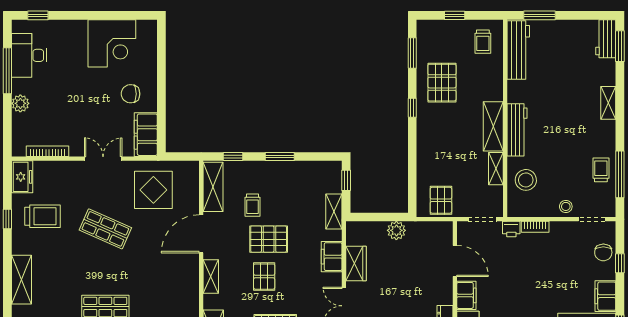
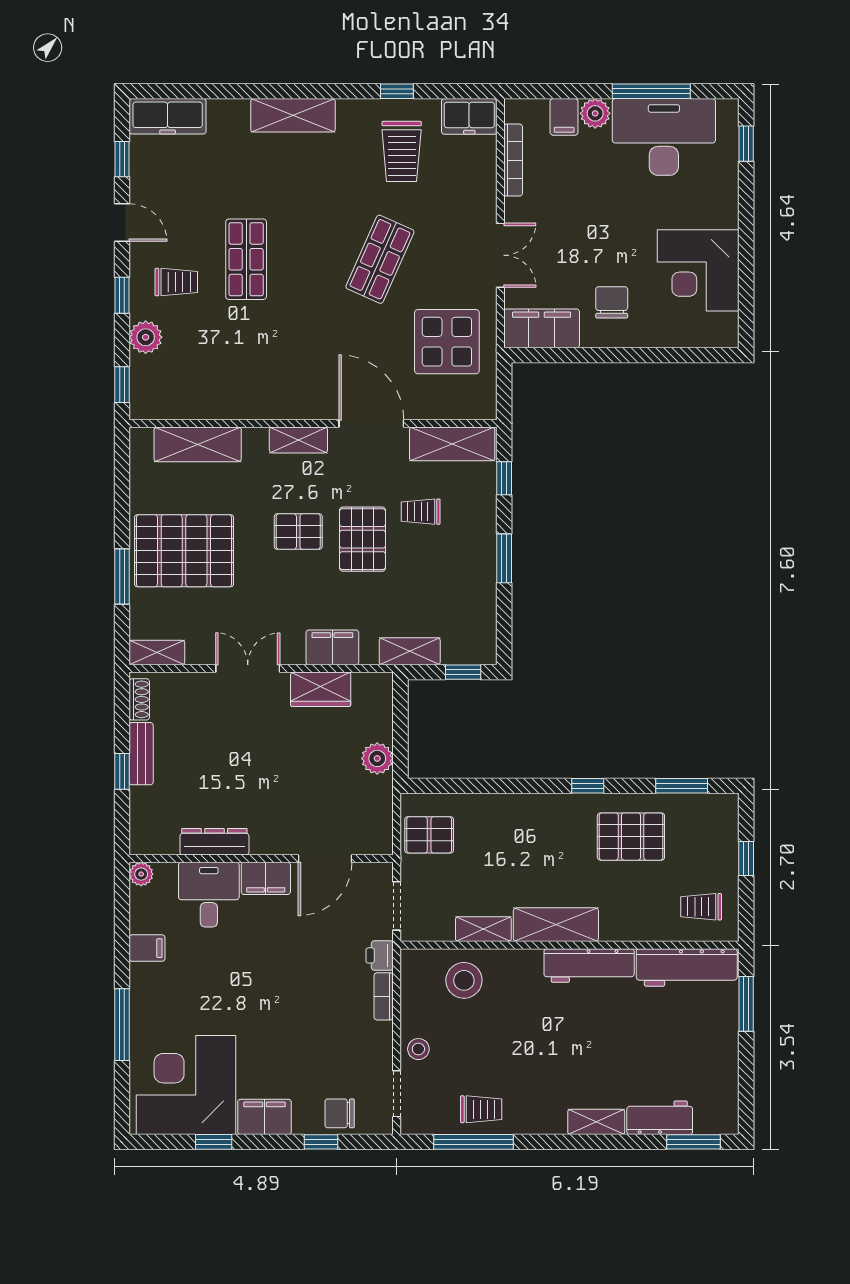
workbench: (606, 39) -> (660, 1118), moved
desk: (29, 55) -> (664, 137), width x1.36, depth x1.30
filing cabinet: (22, 122) -> (564, 117), added
workbench: (517, 130) -> (589, 965), moved

